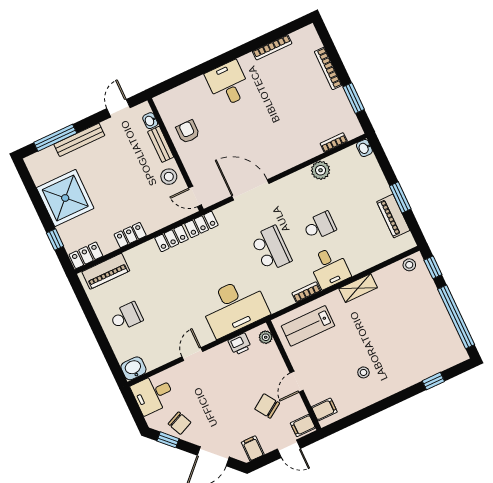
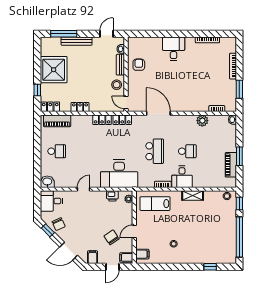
door: (289, 449) -> (112, 267), hinge flipped

